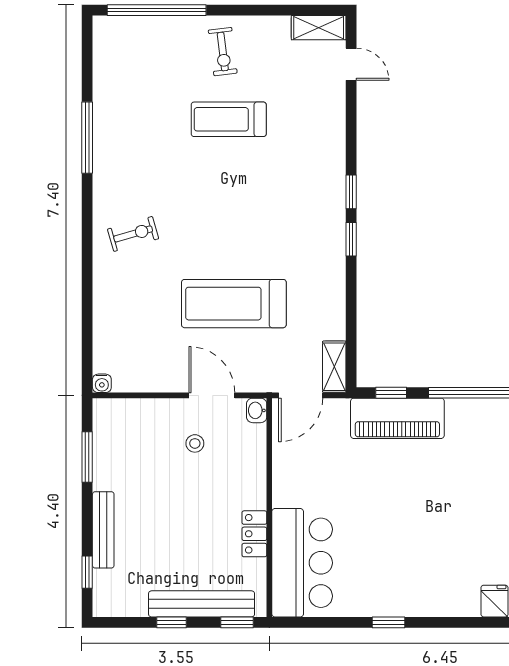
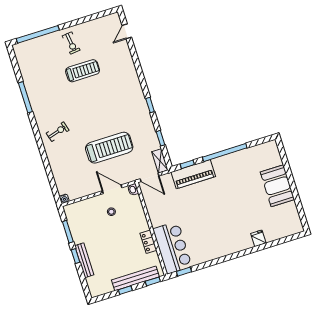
shelving: (319, 28) -> (108, 20), removed
door: (351, 64) -> (127, 31), swing flipped
treadmill: (229, 119) -> (83, 71), turned 180
window: (351, 192) -> (160, 138), moved
treadmill: (234, 304) -> (109, 148), turned 180
door: (301, 395) -> (150, 177), hinge flipped
window: (87, 572) -> (76, 256), moved
window: (388, 622) -> (184, 272), moved

